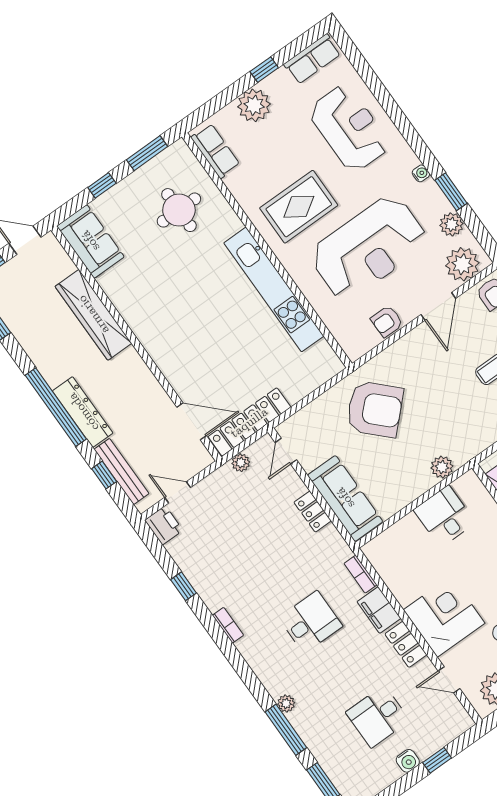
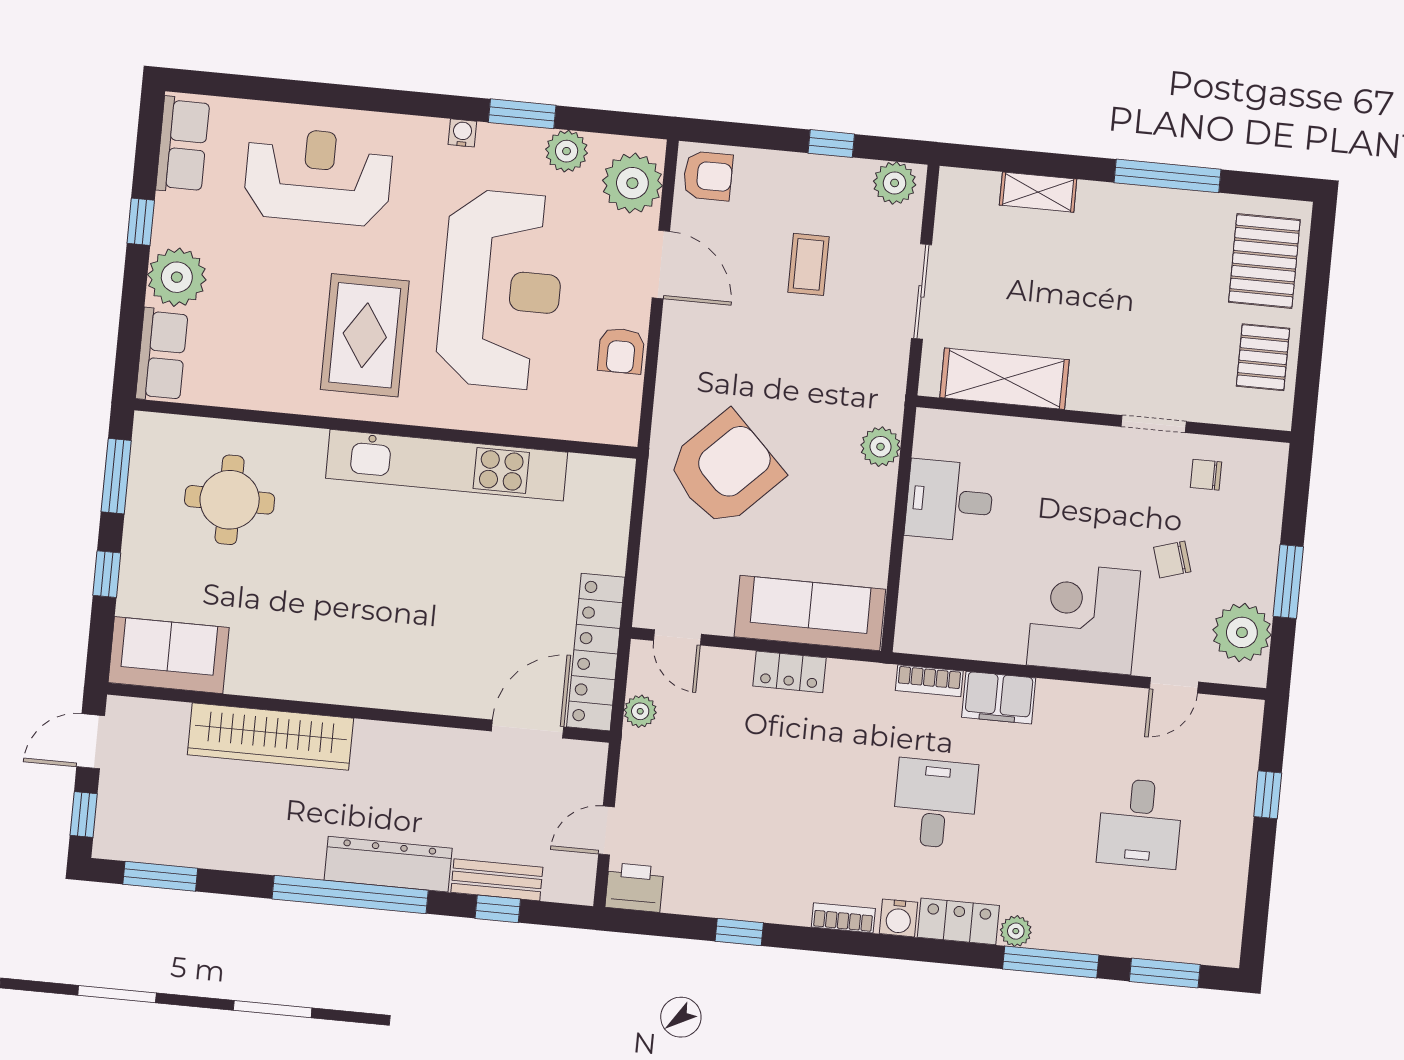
row of seats: (215, 151) -> (162, 355), moved, turned 90
bench: (121, 471) -> (497, 880), width x0.73
locker: (406, 644) -> (958, 921), moved, turned 180
water cooler: (408, 761) -> (898, 918), moved, turned 90

